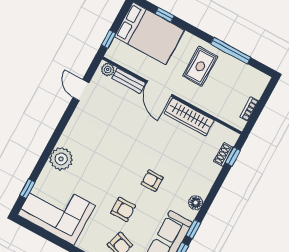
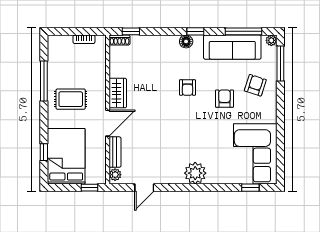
wardrobe: (189, 117) -> (118, 93), width x0.67
shoe rack: (224, 154) -> (119, 40), moved
plant: (61, 159) -> (195, 173), moved
window: (193, 229) -> (195, 31), moved

